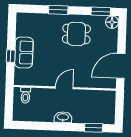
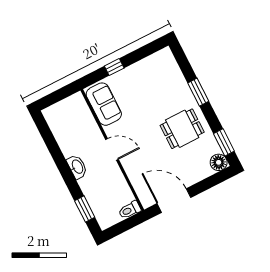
dining table: (76, 34) -> (182, 129), turned 90
sofa: (24, 52) -> (104, 104), moved, turned -90
toilet: (25, 95) -> (130, 210), moved

